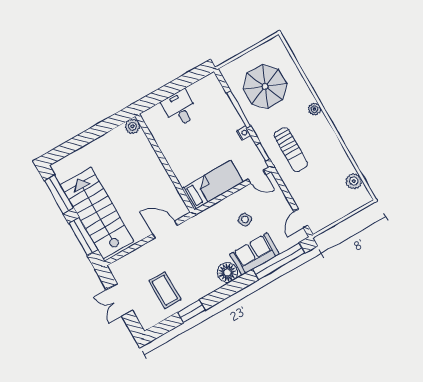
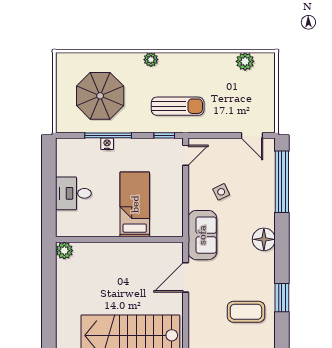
nightstand: (244, 133) -> (107, 144), moved
bed: (213, 185) -> (135, 204), moved
sofa: (255, 254) -> (202, 235), moved, turned 180

